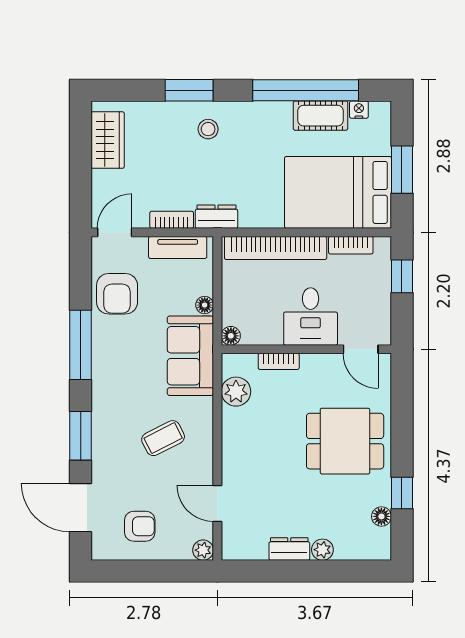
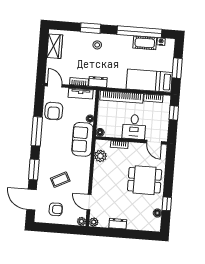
bed: (338, 192) -> (149, 81), width x0.67
door: (115, 232) -> (55, 85), hinge flipped
coffee table: (163, 438) -> (60, 180), moved
plant: (322, 550) -> (94, 222), moved

